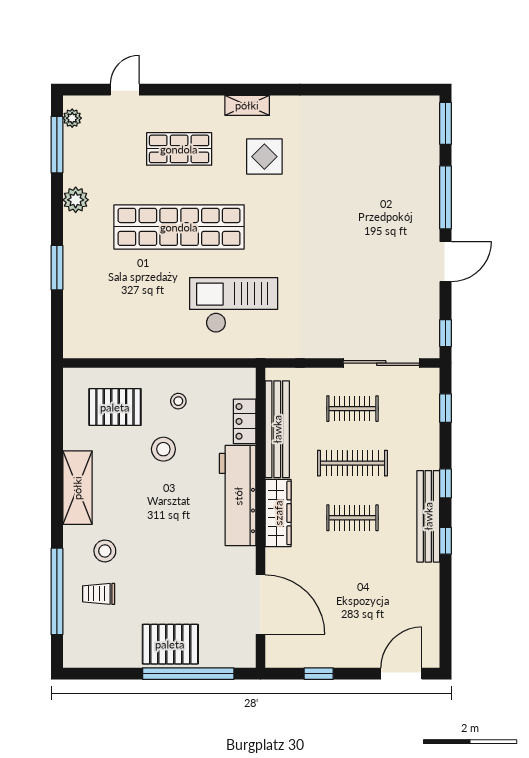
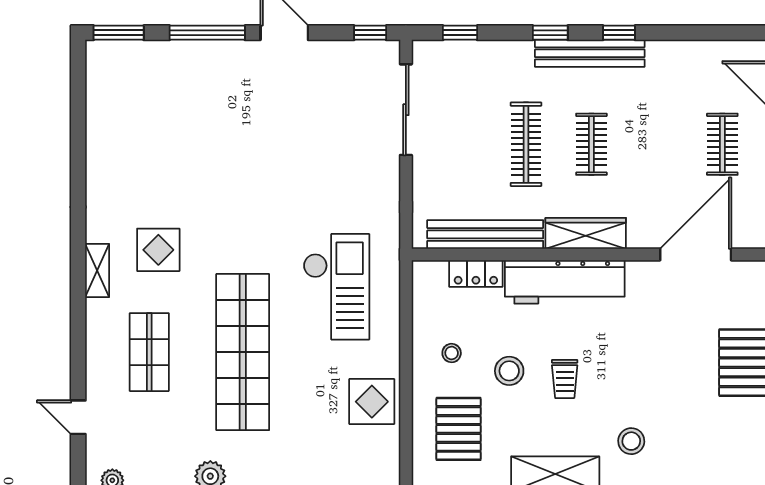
checkout: (234, 305) -> (336, 287), turned 180
display table: (138, 335) -> (372, 402), added
clothes rail: (352, 409) -> (722, 144), moved
trolley: (99, 594) -> (565, 379), moved

